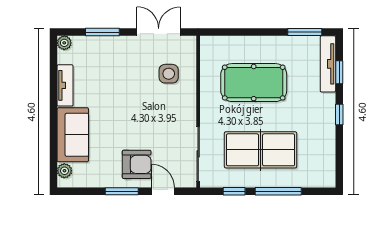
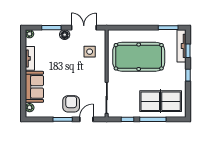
floor lamp: (125, 44) -> (65, 35), added
pool table: (254, 83) -> (139, 57), width x1.36, depth x1.32
table tennis table: (261, 150) -> (161, 101), moved
armchair: (137, 164) -> (71, 104), turned -90
door: (163, 191) -> (86, 119), hinge flipped

